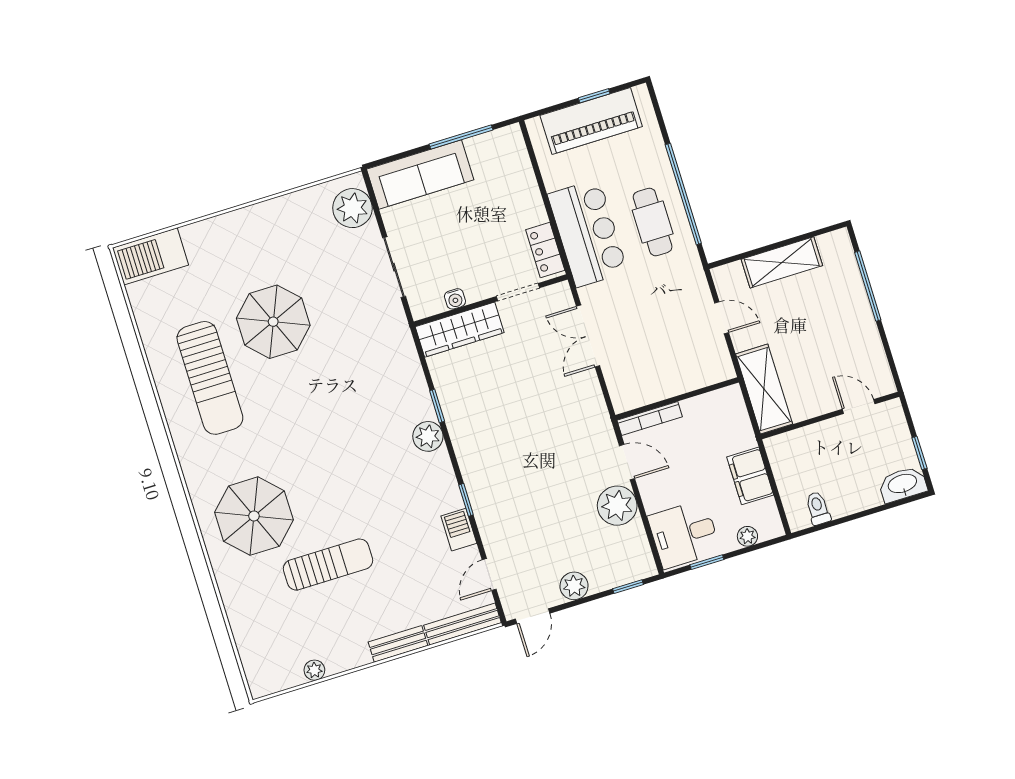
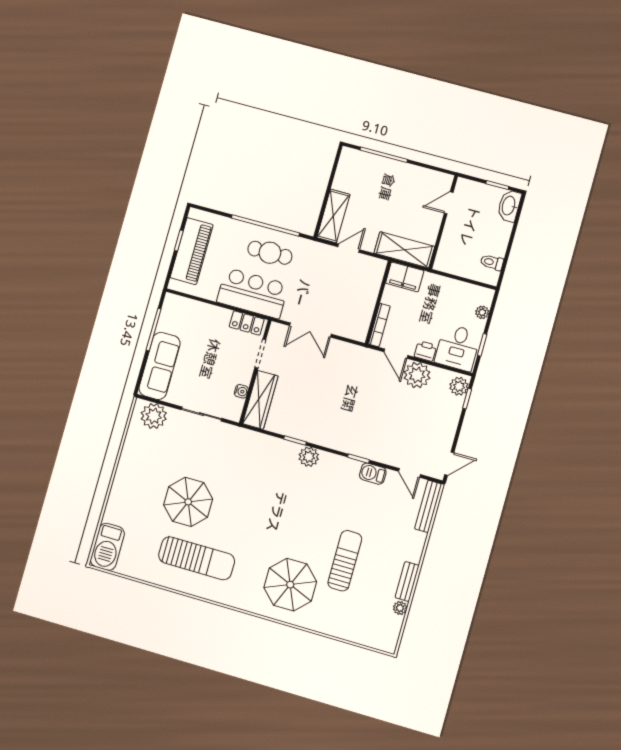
shelving: (782, 262) -> (333, 216), moved
door: (627, 462) -> (396, 354), swing flipped
filing cabinet: (750, 476) -> (405, 277), moved
printer: (654, 497) -> (425, 351), added
plant: (574, 586) -> (459, 386), moved
door: (533, 616) -> (449, 464), hinge flipped
bench: (398, 644) -> (407, 581), moved

